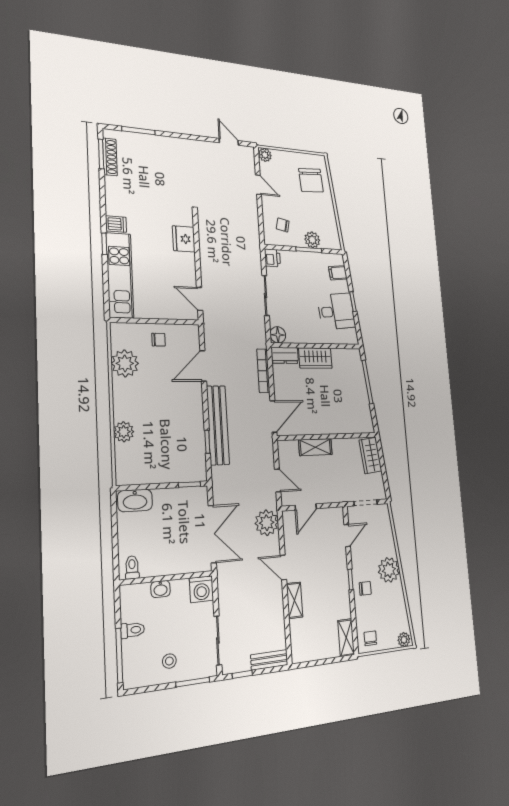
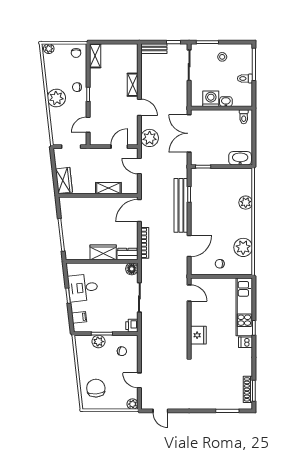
washing machine: (201, 589) -> (211, 99), moved

